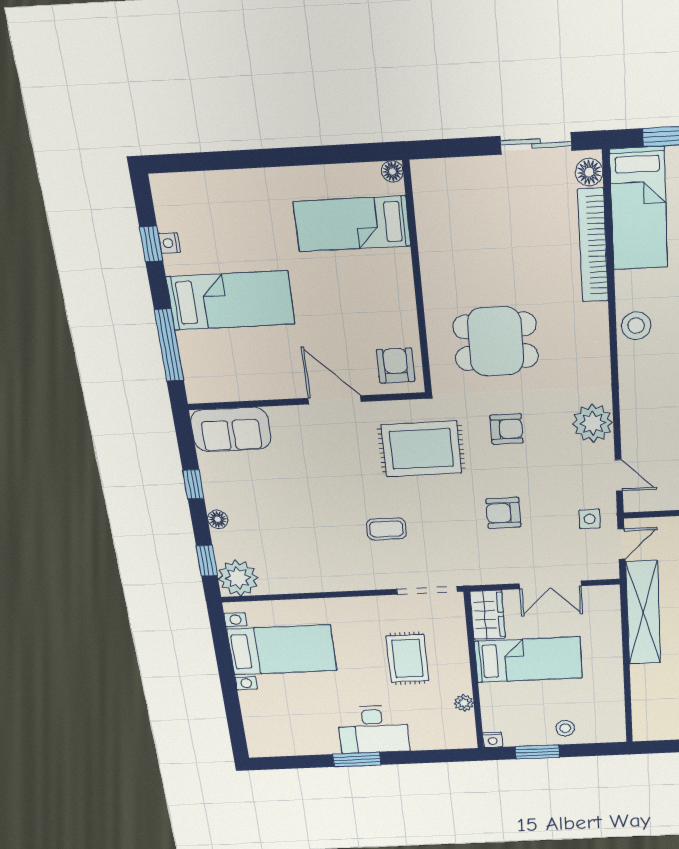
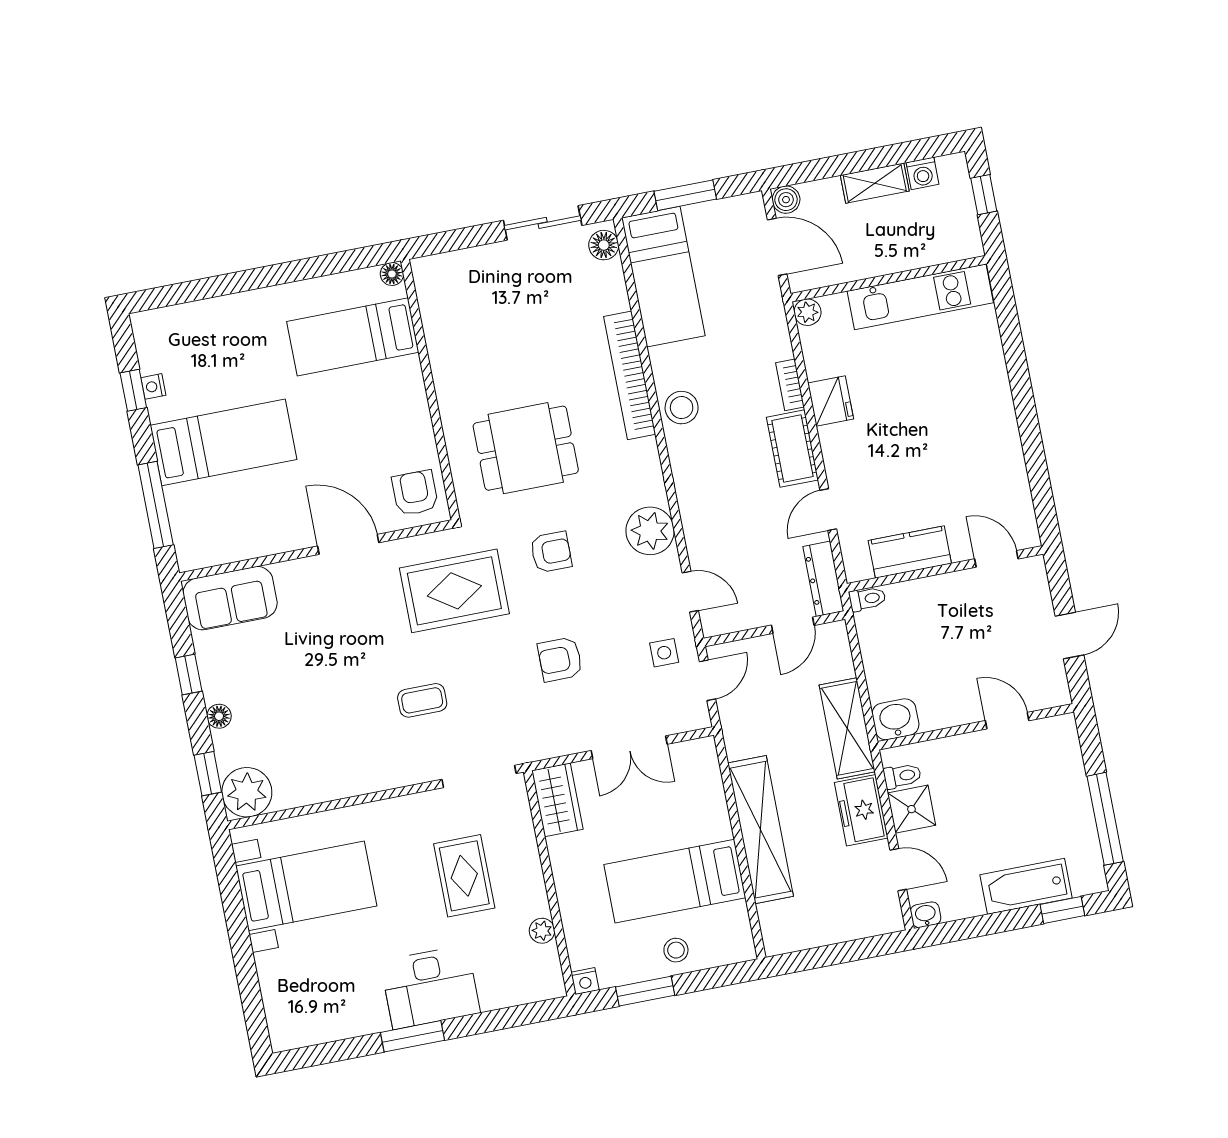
bookcase: (593, 246) -> (630, 375), moved
shelving: (643, 613) -> (760, 830), moved
bed: (529, 660) -> (675, 881), moved, turned 180

